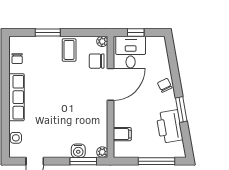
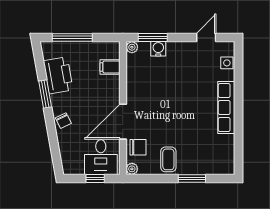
chair: (17, 59) -> (225, 150), removed

